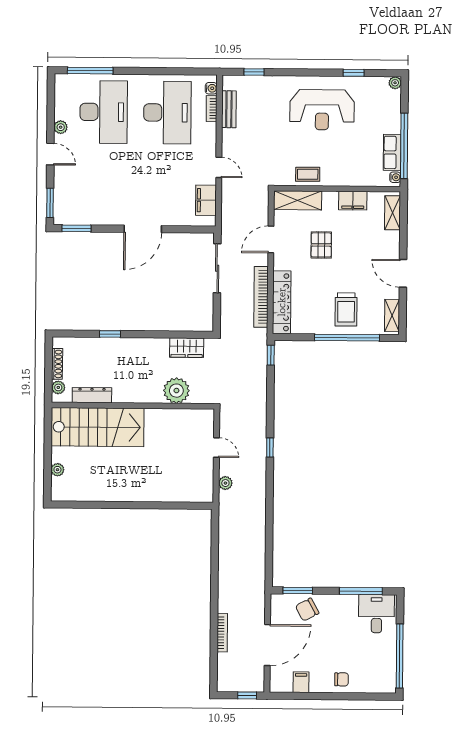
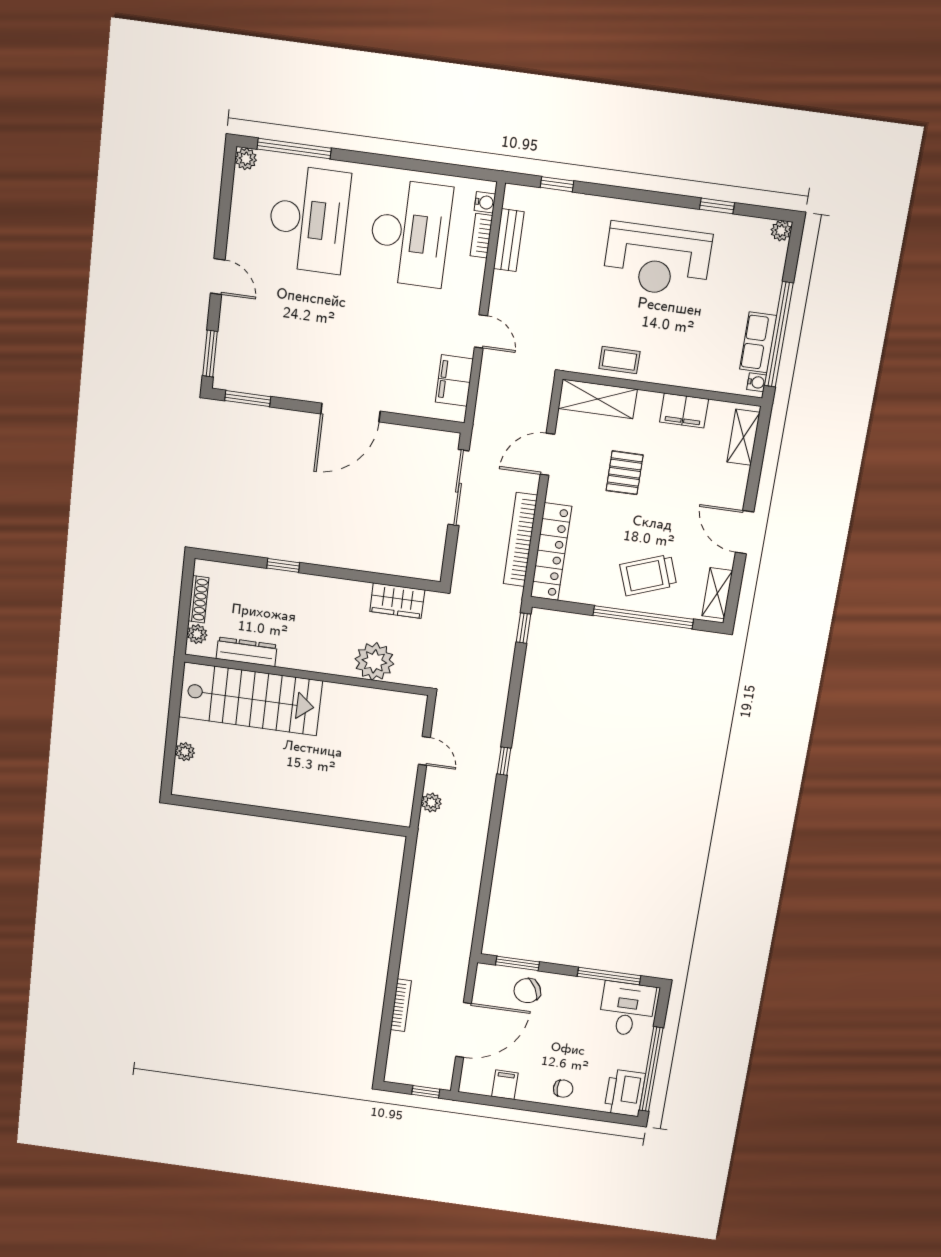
plant: (61, 127) -> (246, 159), moved
trolley: (346, 309) -> (648, 575), turned 70
printer: (384, 676) -> (625, 1093), added

